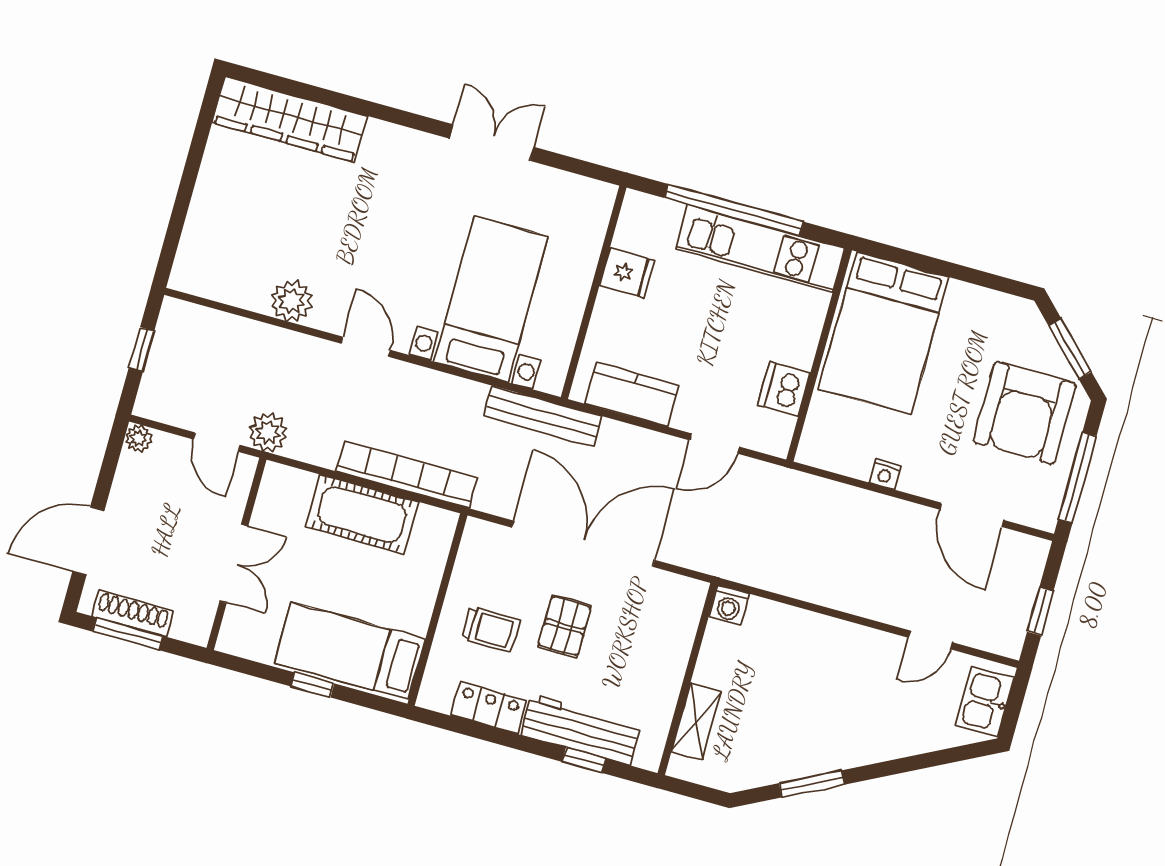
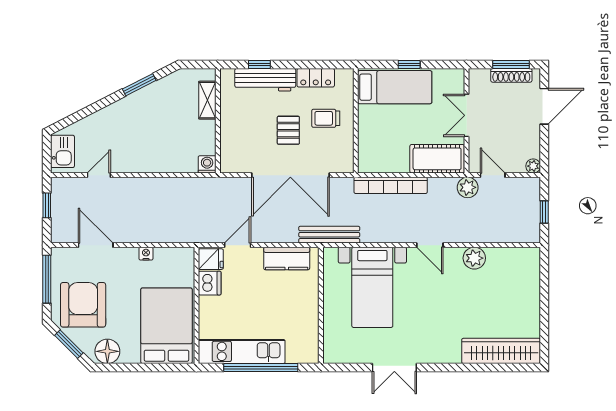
fridge: (627, 273) -> (211, 259), moved, turned 180
floor lamp: (1004, 316) -> (107, 351), added
cot: (362, 514) -> (437, 159), moved

